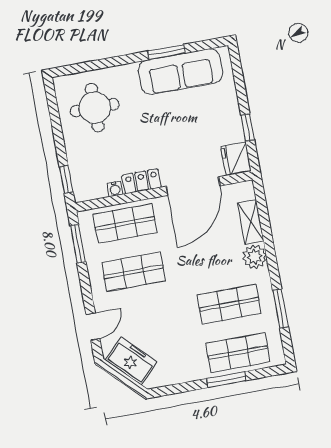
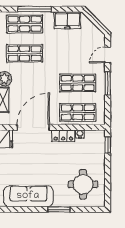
window: (167, 52) -> (59, 209), moved
window: (78, 244) -> (108, 83), moved
freezer: (131, 361) -> (67, 20), moved, turned -45
window: (226, 380) -> (34, 9), width x1.44

